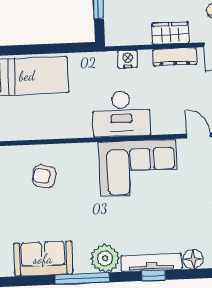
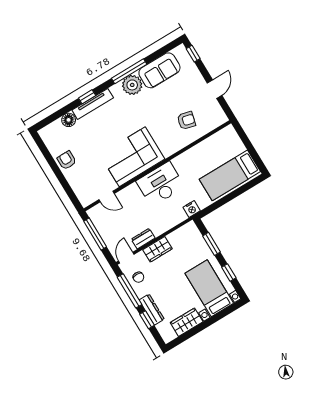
dresser: (175, 57) -> (143, 239), width x0.70
nightstand: (127, 59) -> (192, 209), moved
plant: (105, 258) -> (132, 85), moved

